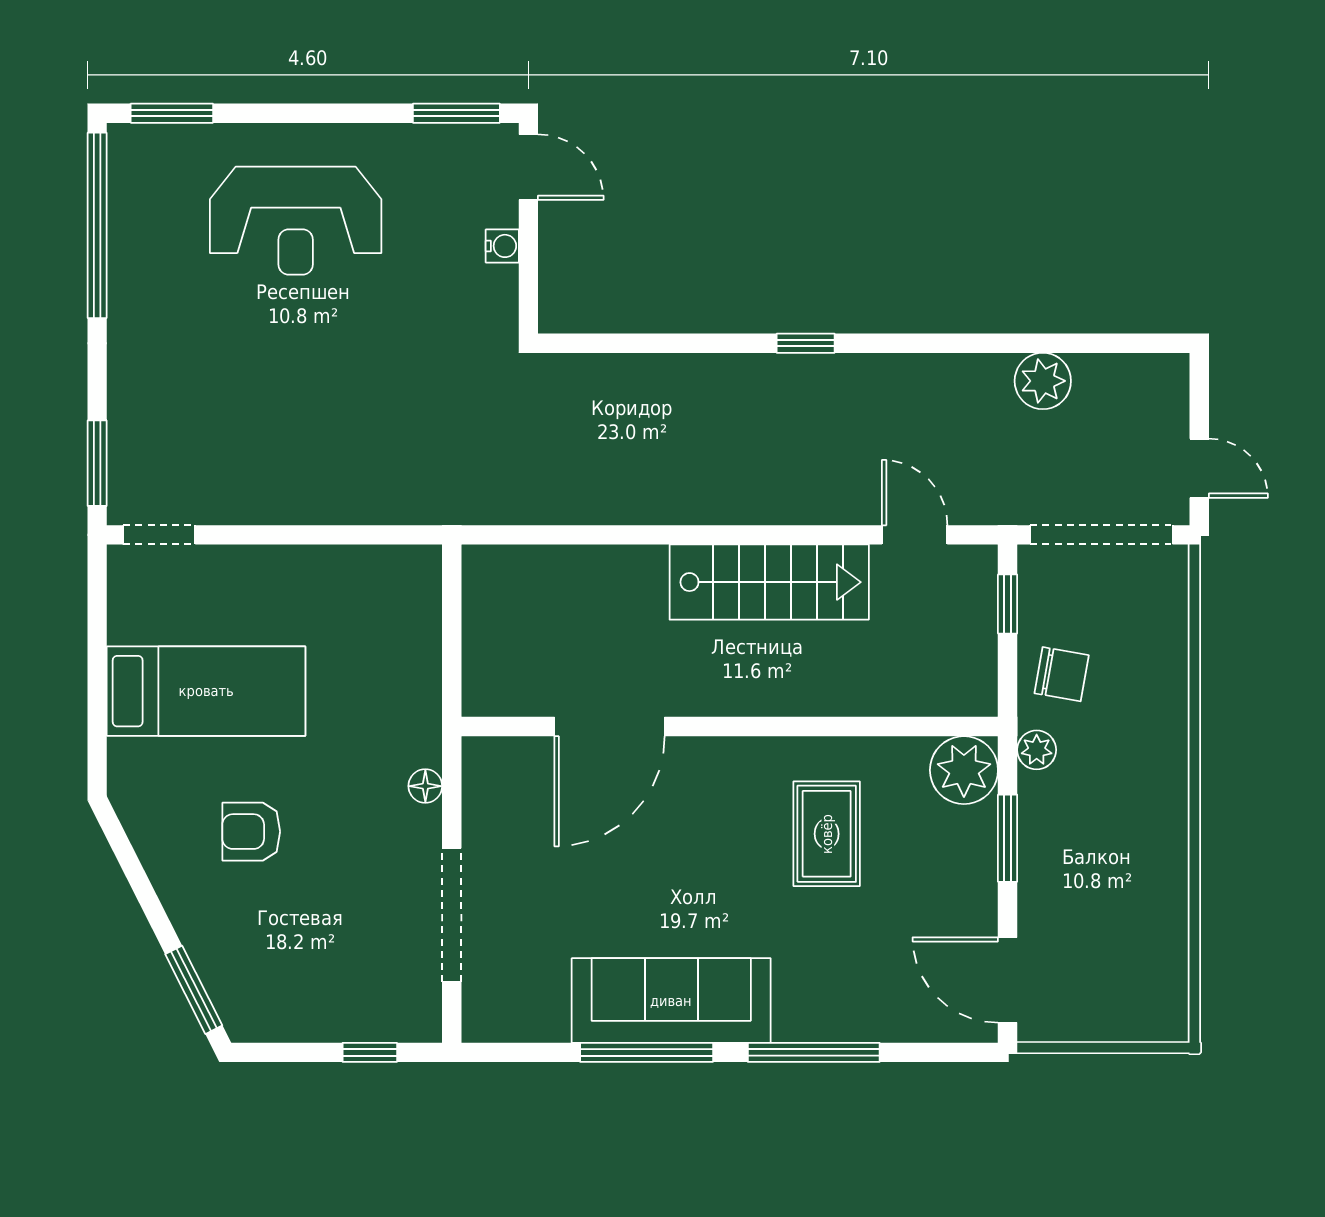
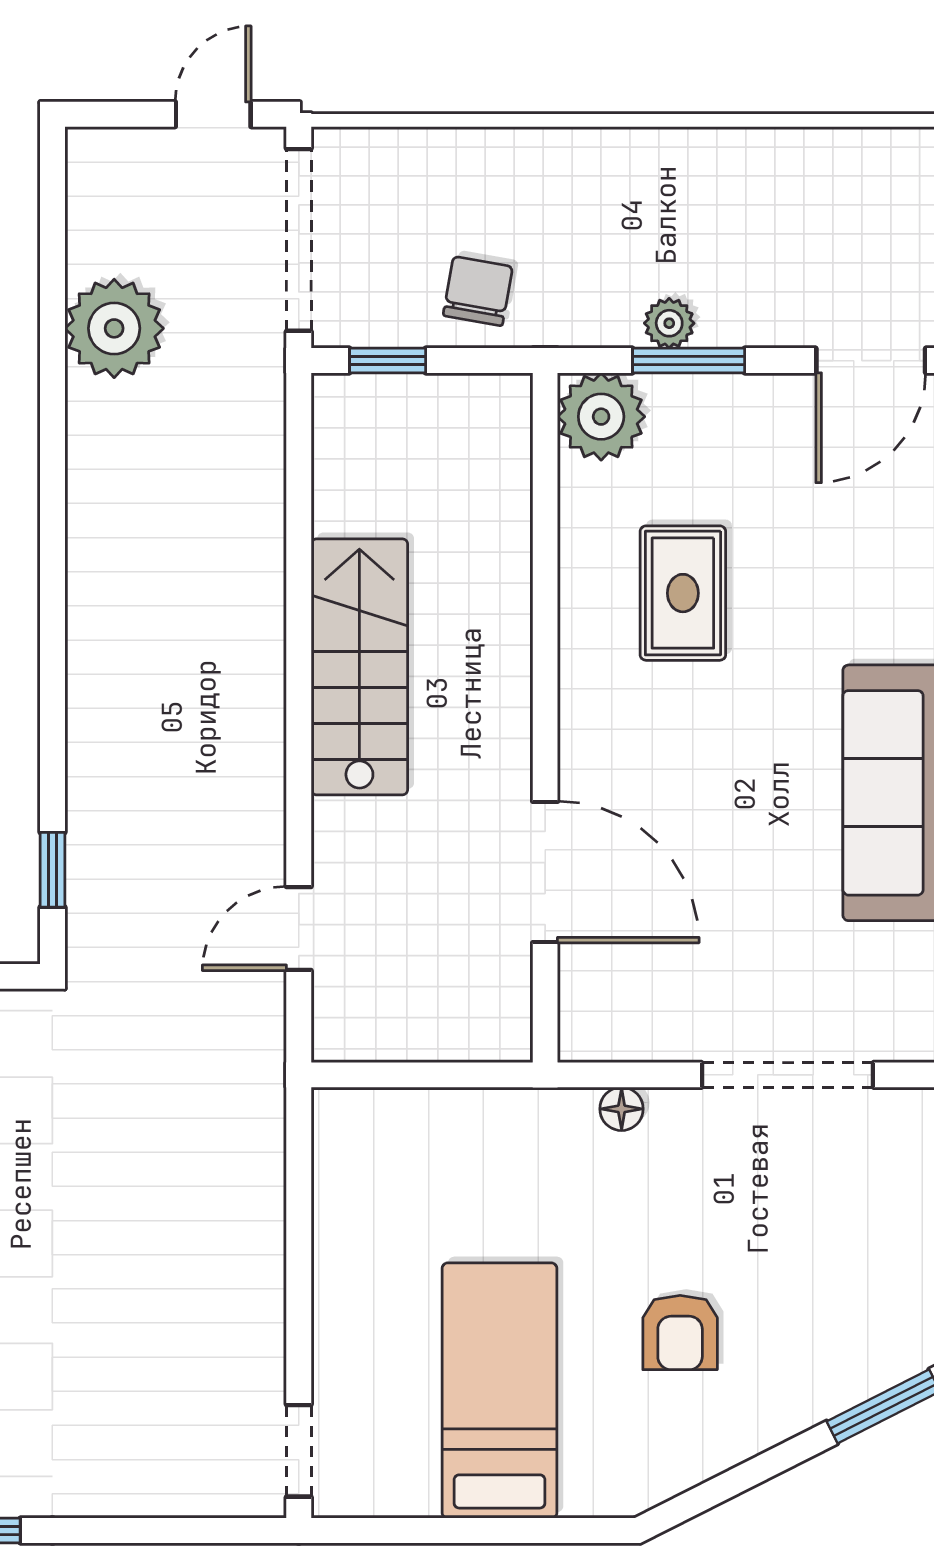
window: (806, 343) -> (52, 870), moved
plant: (1043, 381) -> (114, 328), width x1.36, depth x1.36
window: (97, 463) -> (207, 1531), removed
door: (915, 535) -> (299, 928), moved
plant: (1037, 750) -> (669, 323), moved
rug: (827, 834) -> (683, 593), turned 90

